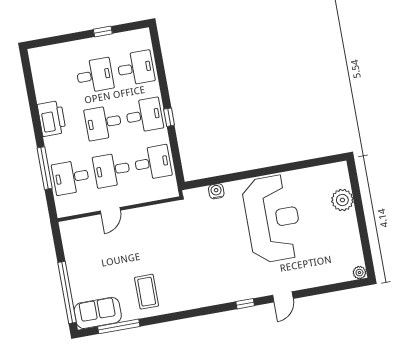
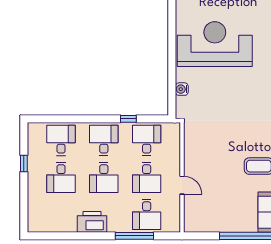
desk: (95, 75) -> (61, 177), turned 180
window: (169, 117) -> (128, 119), moved

